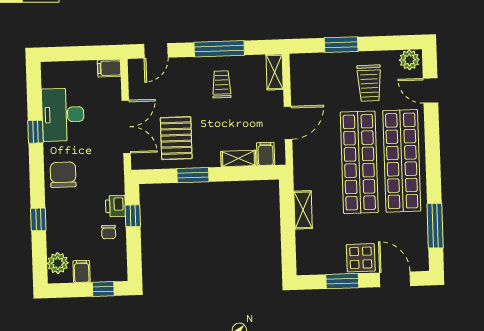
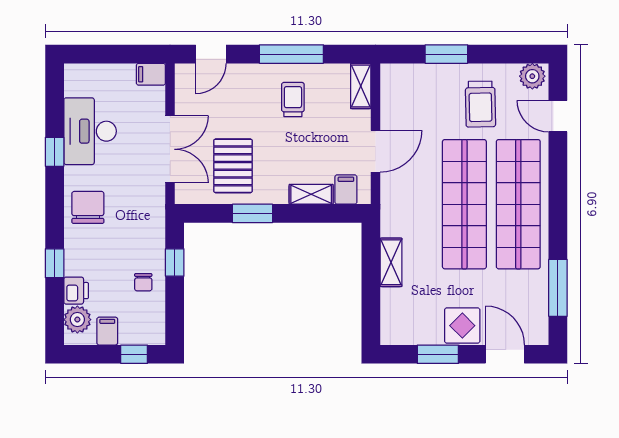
printer: (116, 206) -> (76, 291), moved, turned 180

